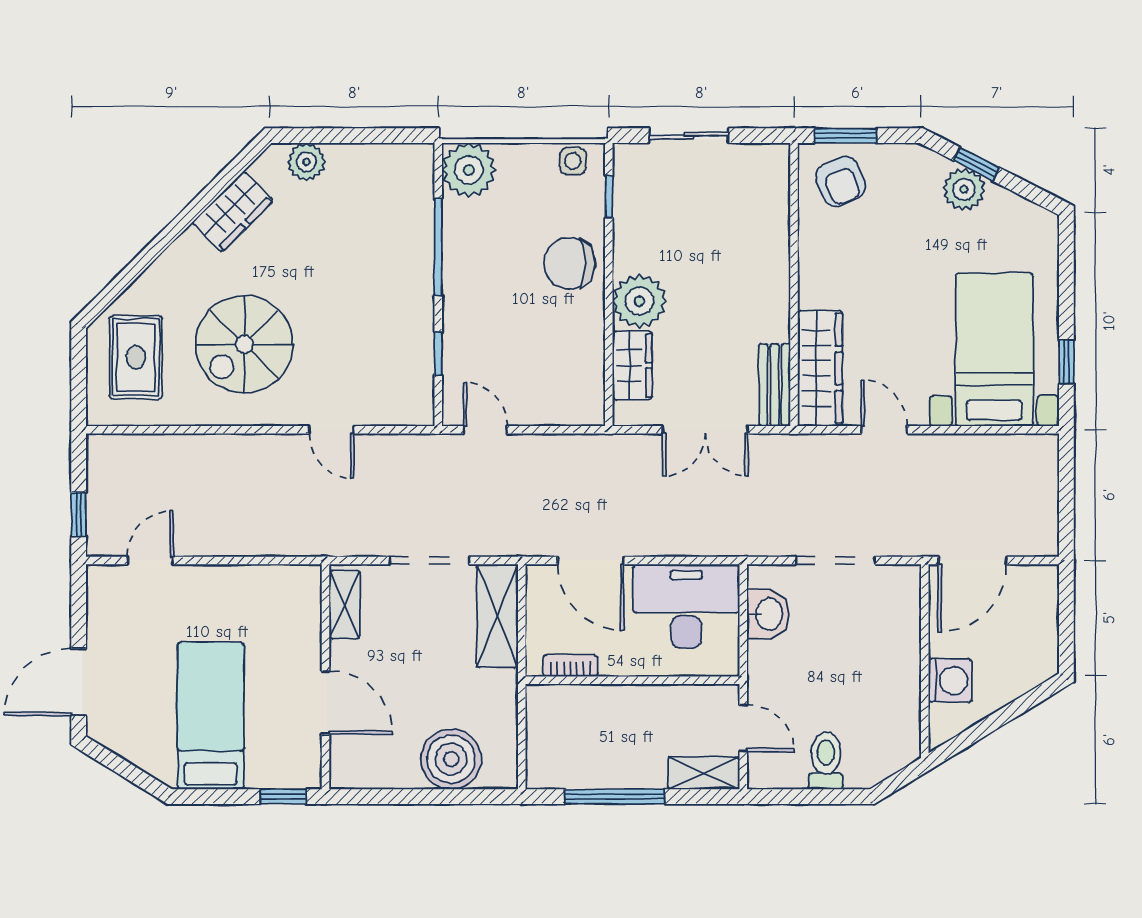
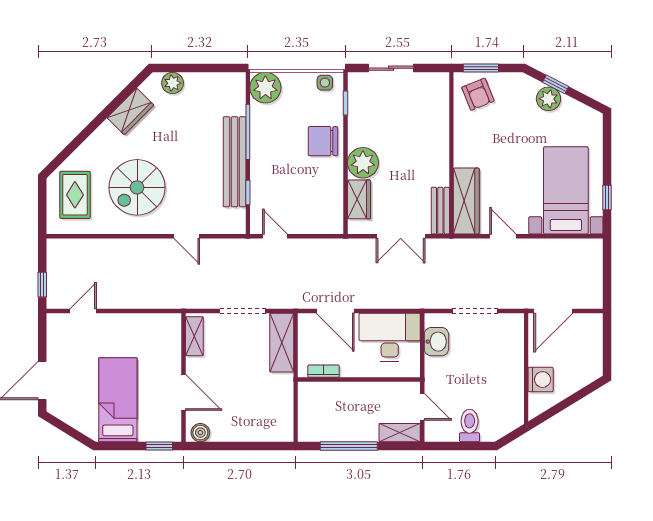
bench: (415, 299) -> (235, 162), added
boiler: (451, 759) -> (200, 433), moved, width x0.54, depth x0.54

